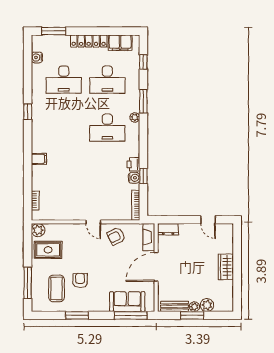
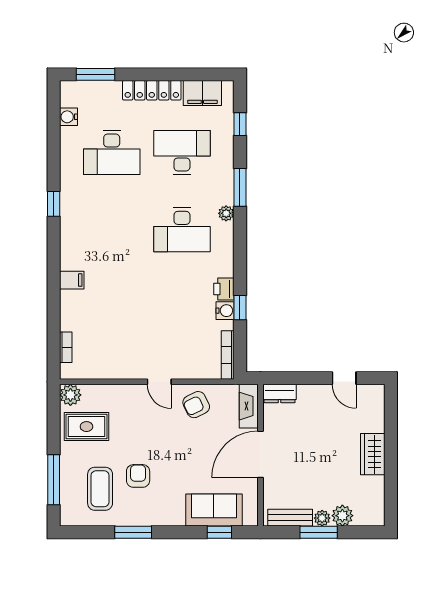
desk: (107, 80) -> (182, 152), turned 180
window: (131, 315) -> (219, 532), width x0.46

